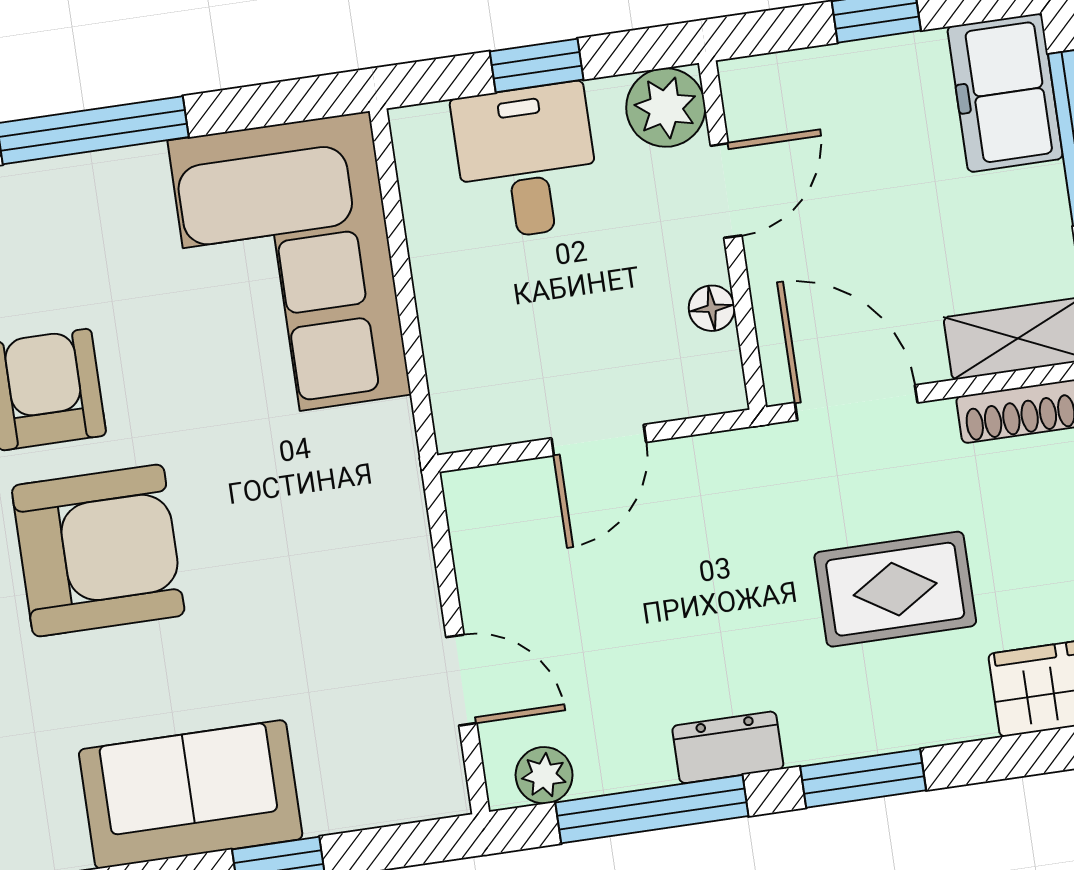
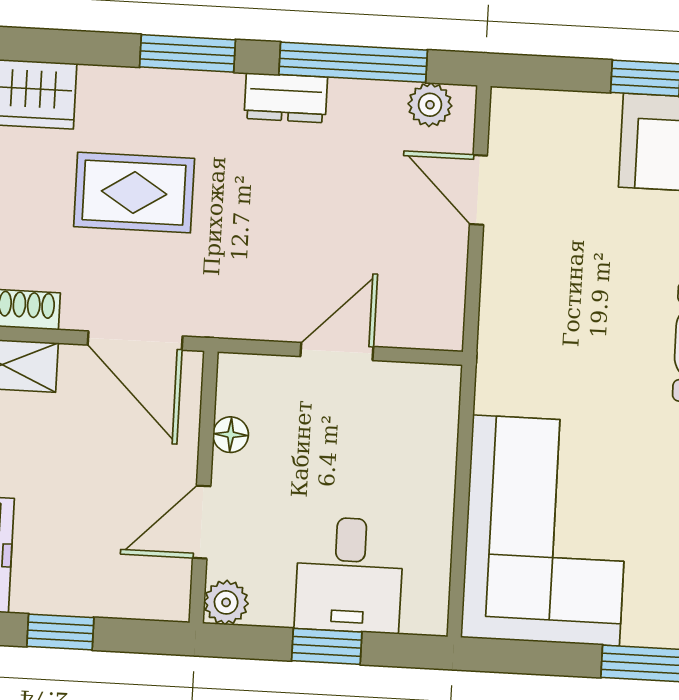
plant: (666, 107) -> (226, 602), width x0.73, depth x0.73

